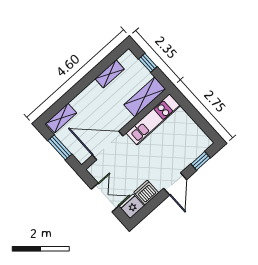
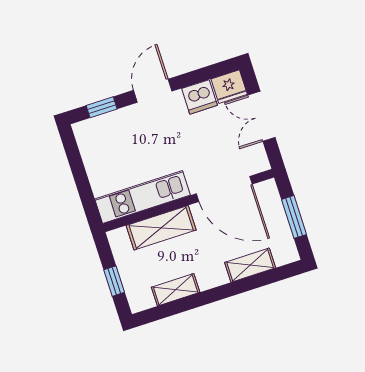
shelving: (145, 97) -> (161, 228), moved
shelving: (61, 118) -> (250, 265), moved

